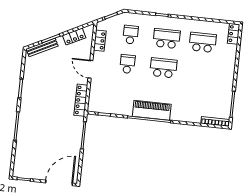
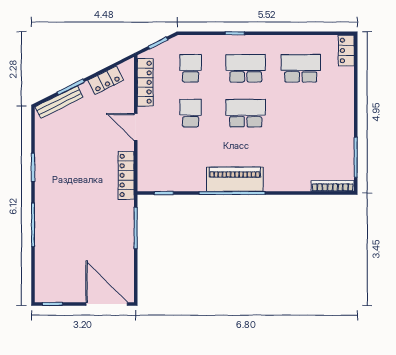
locker: (100, 41) -> (145, 82), width x1.53
door: (59, 183) -> (107, 304), hinge flipped

